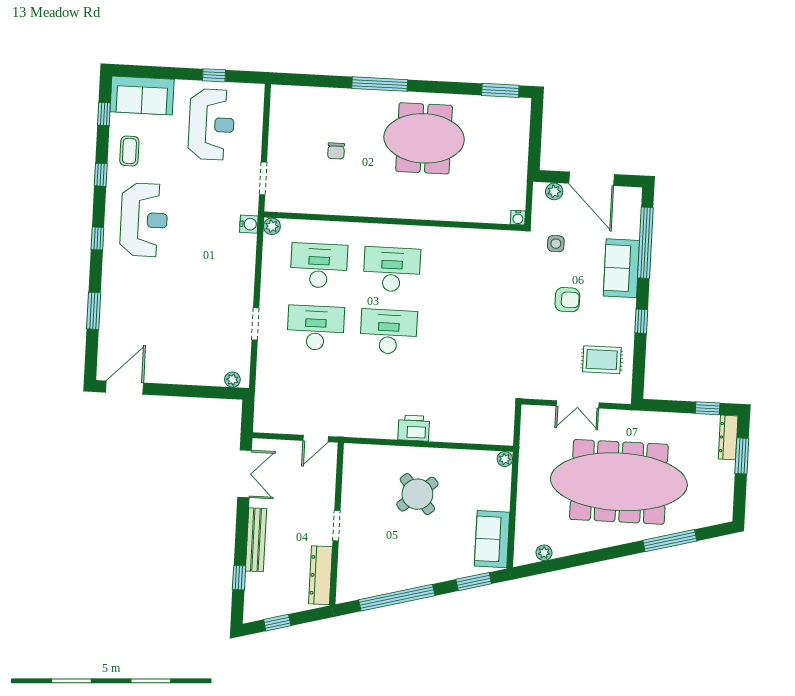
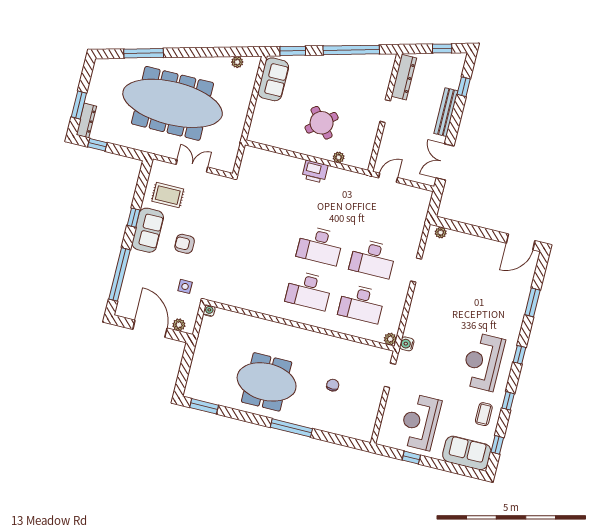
sofa: (621, 268) -> (148, 230), moved
plant: (505, 459) -> (339, 157), moved

